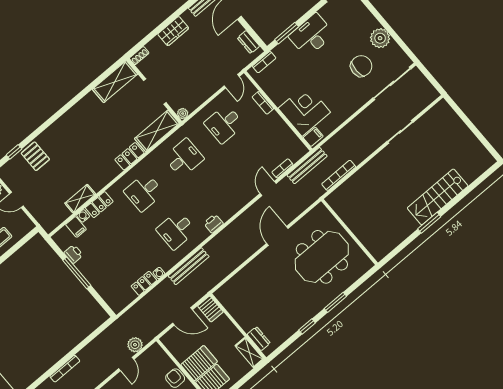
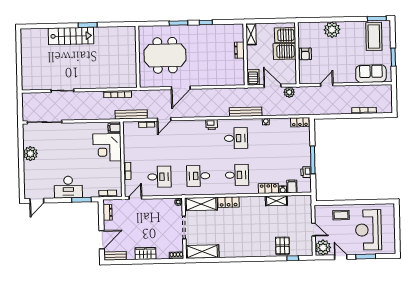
chair: (361, 66) -> (54, 146), removed
locker: (144, 283) -> (300, 122), moved
dresser: (259, 339) -> (239, 50), moved
plant: (135, 345) -> (289, 92), moved

